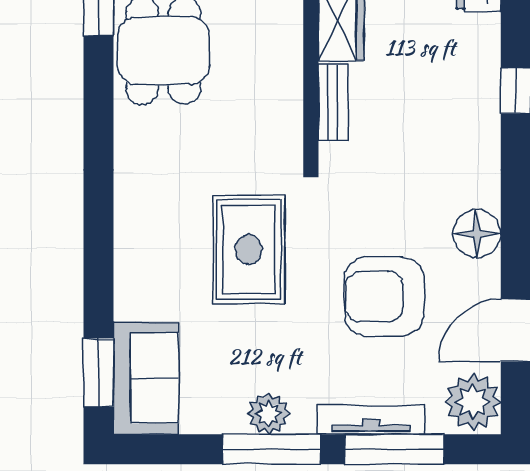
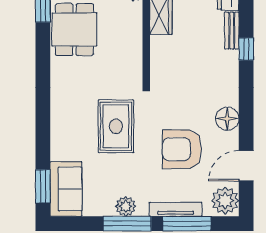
bench: (333, 102) -> (232, 31), moved

